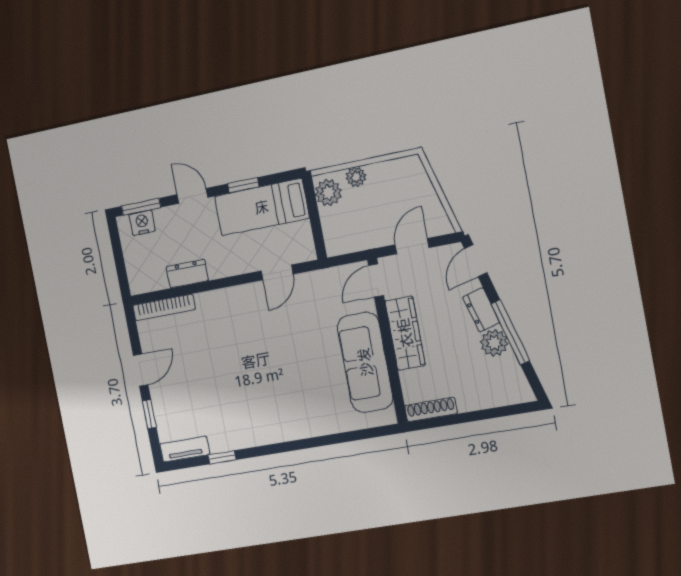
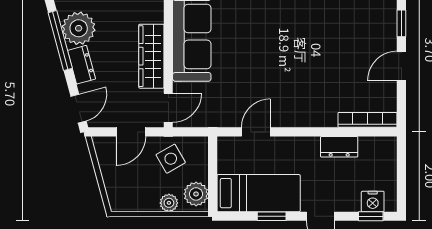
window: (141, 207) -> (371, 216), width x0.67
side table: (363, 225) -> (171, 159), added
plant: (494, 343) -> (79, 28), width x1.36, depth x1.36

